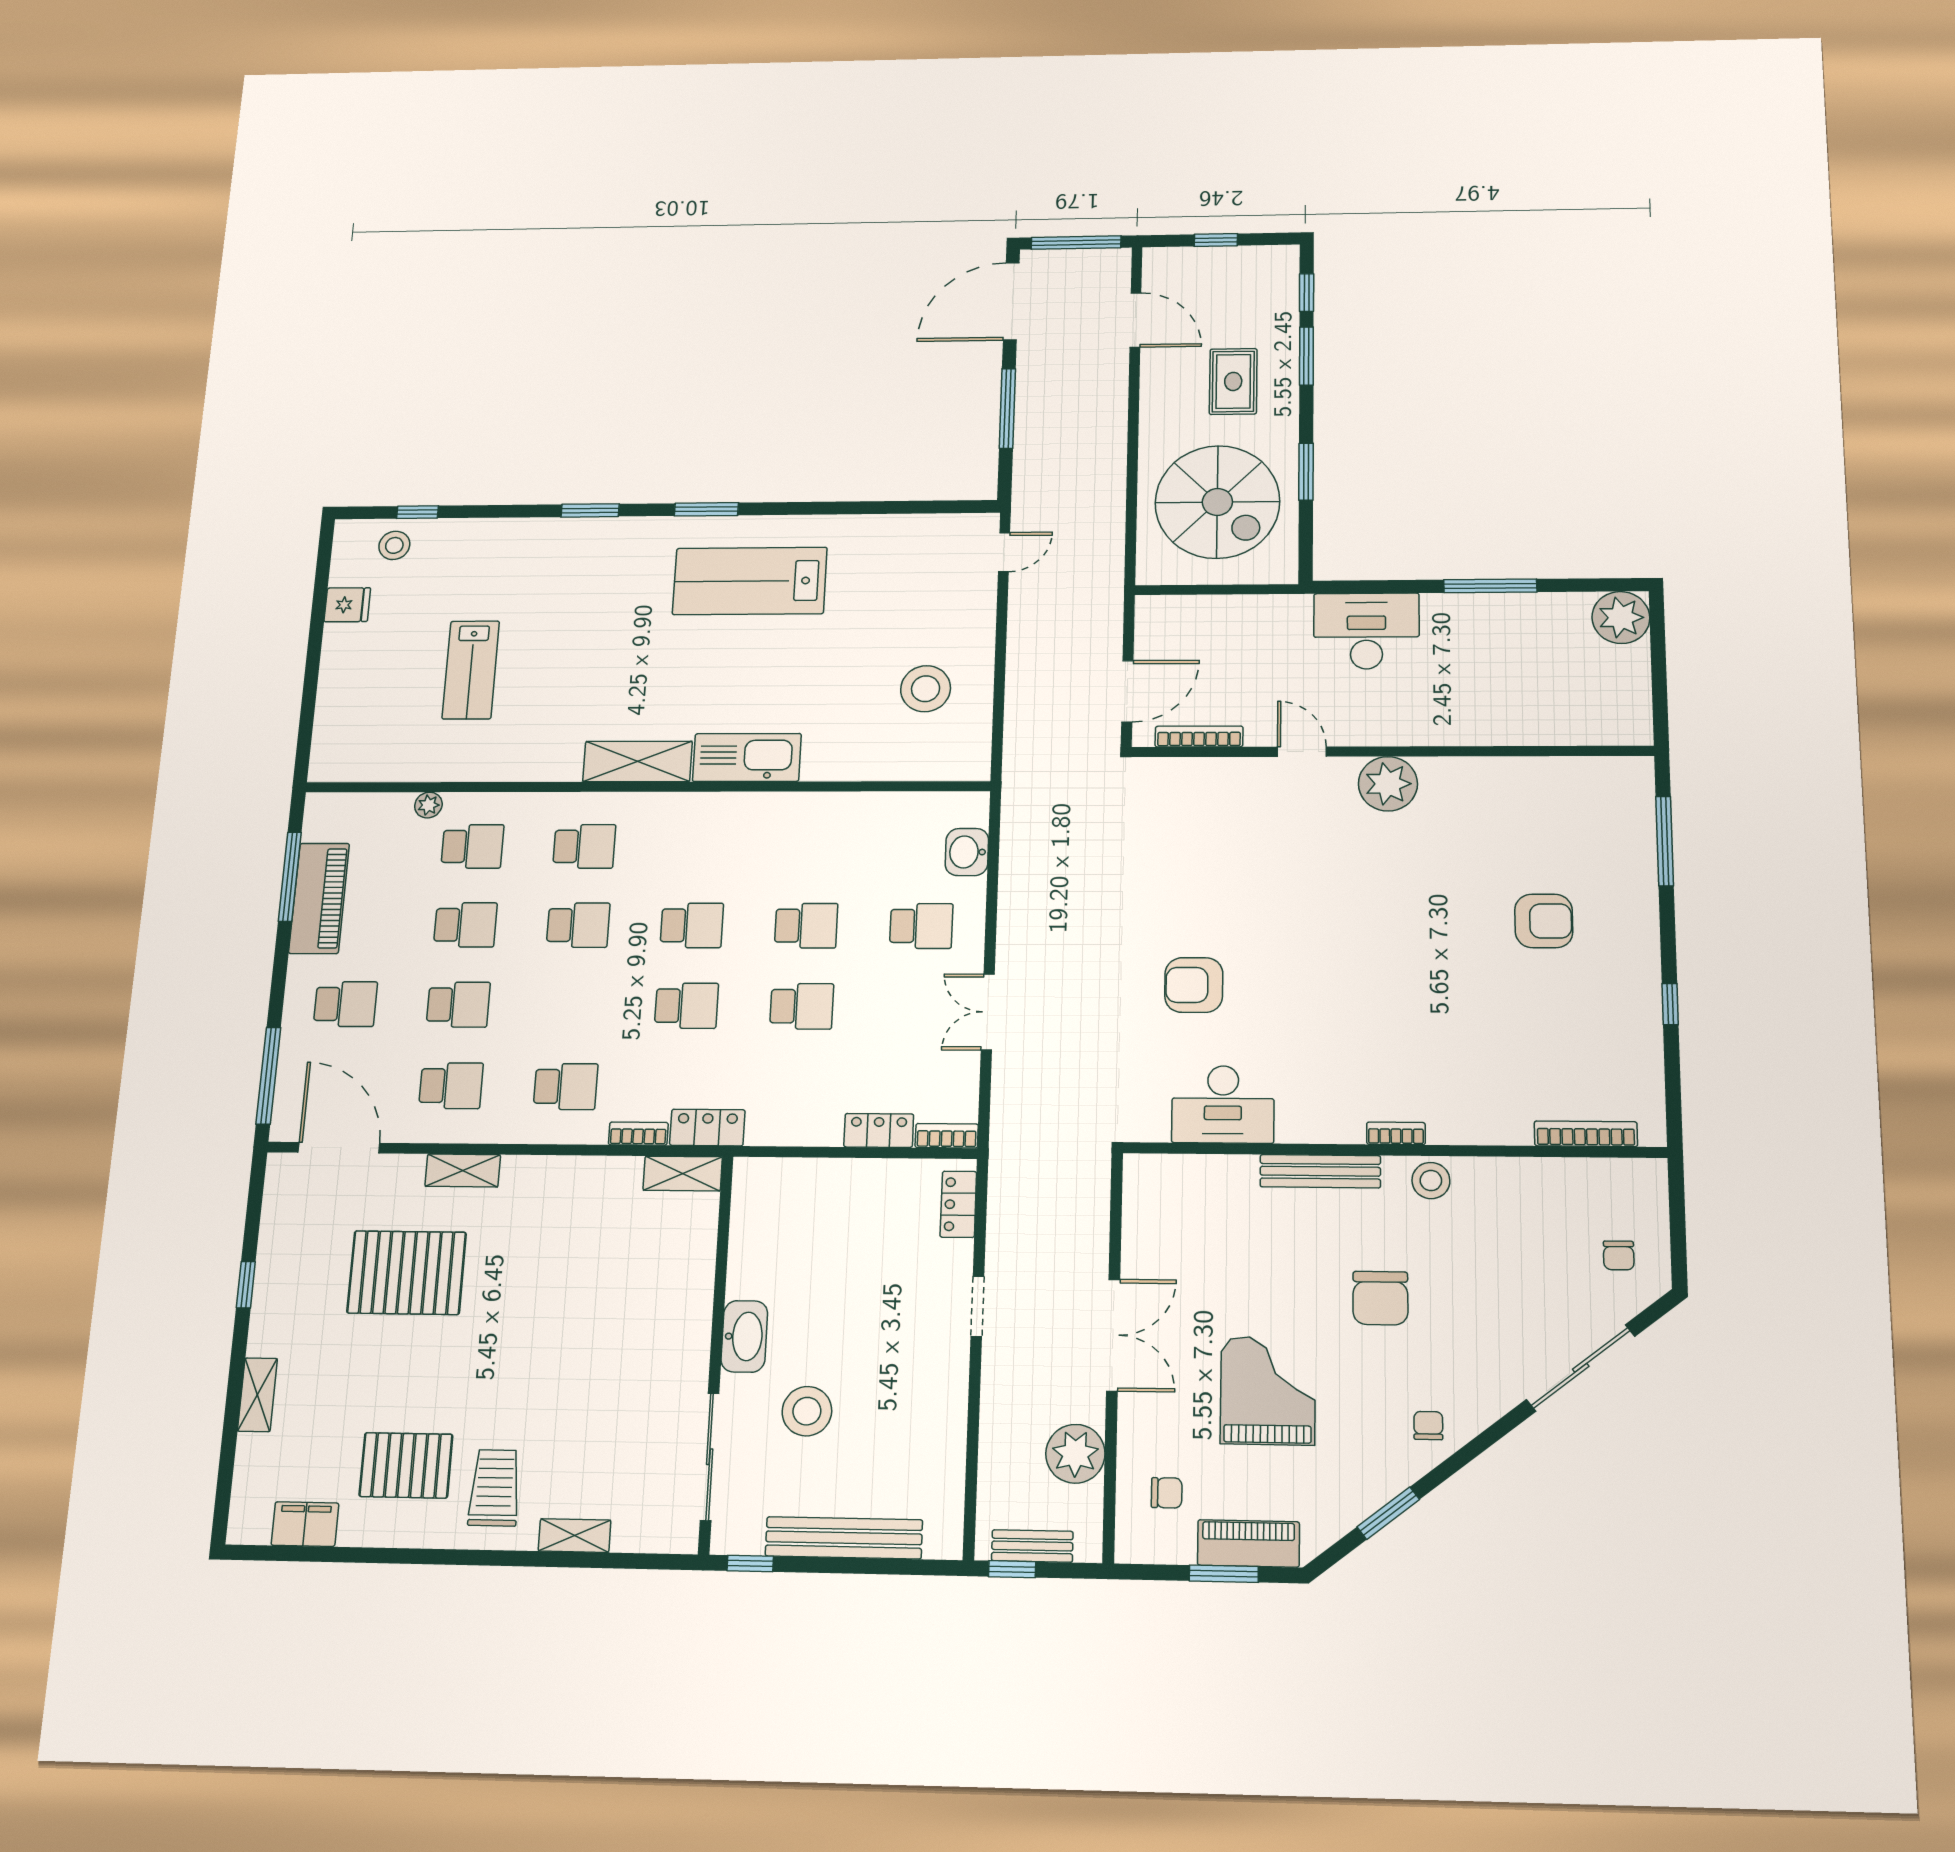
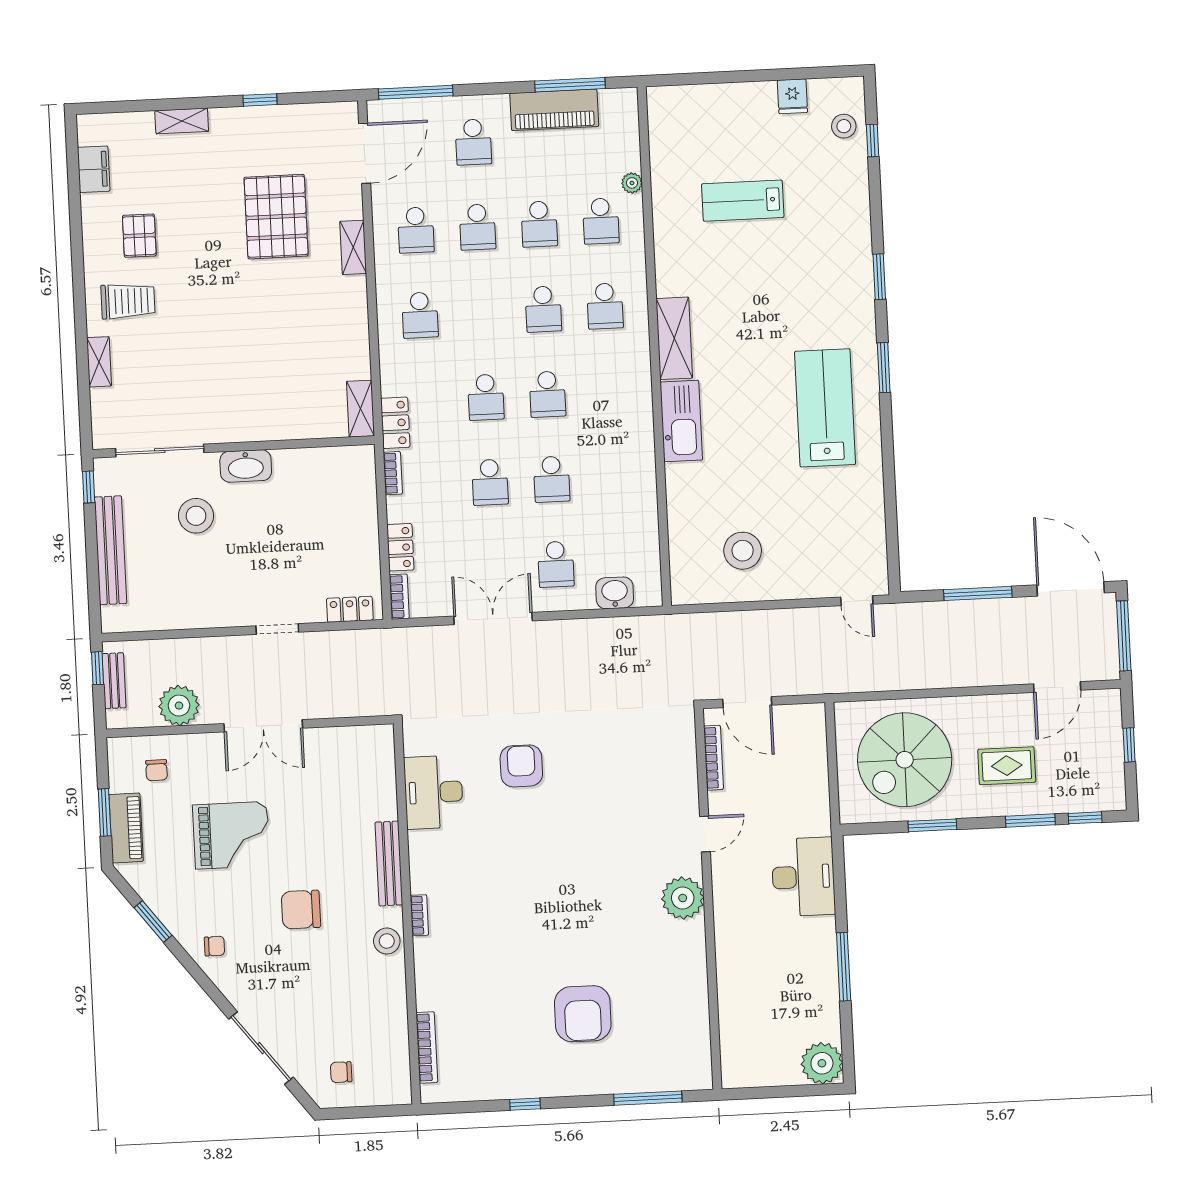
armchair: (1544, 921) -> (583, 1014), width x1.36, depth x1.36
double door: (988, 1012) -> (493, 618), width x1.37
bookcase: (638, 1134) -> (393, 473), moved
pallet: (406, 1465) -> (139, 236), width x0.67, depth x0.71

